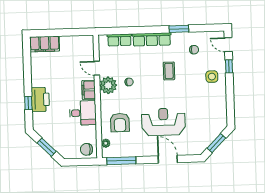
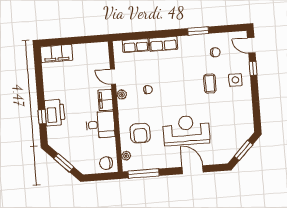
row of seats: (152, 39) -> (163, 44), width x0.68
coffee table: (169, 71) -> (210, 84), moved
plant: (108, 85) -> (122, 95), width x0.53, depth x0.53

